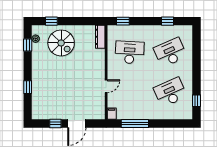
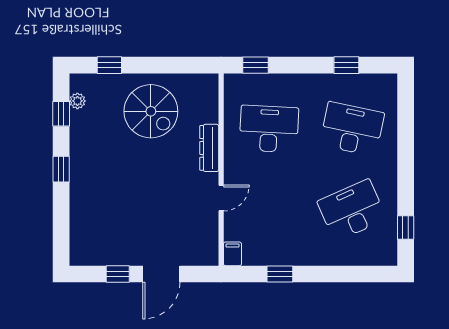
dresser: (100, 37) -> (209, 148), moved
spiral stairs: (61, 43) -> (151, 111), moved
desk: (170, 52) -> (352, 129), turned 36
window: (28, 87) -> (61, 169), moved
window: (135, 123) -> (280, 274), width x0.46

